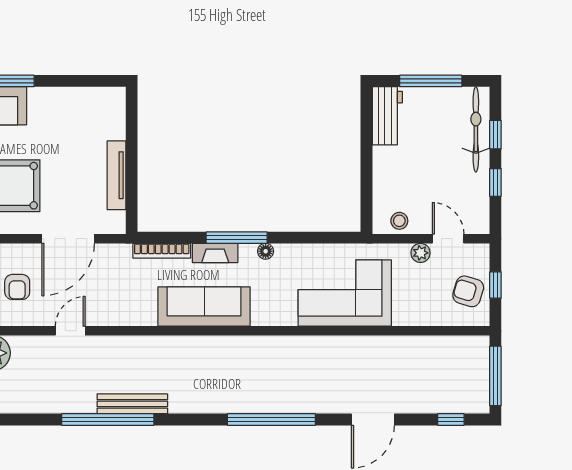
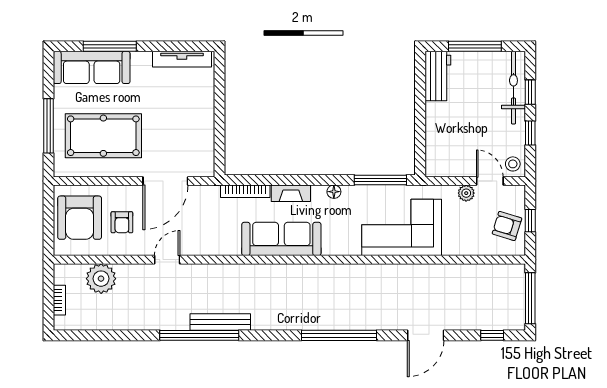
tv unit: (116, 175) -> (182, 59), moved, turned -90
stool: (399, 221) -> (513, 164), moved
window: (237, 238) -> (380, 180), moved

